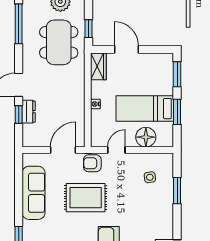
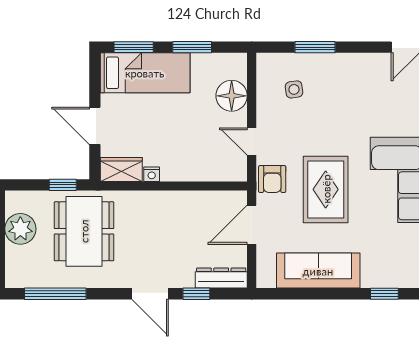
dining table: (59, 42) -> (84, 231), turned 90
door: (127, 49) -> (95, 126), hinge flipped
nightstand: (95, 104) -> (152, 174), moved
bed: (145, 109) -> (145, 73), moved, turned -90
dresser: (29, 112) -> (221, 278), moved, width x1.44
door: (63, 150) -> (252, 225), hinge flipped

